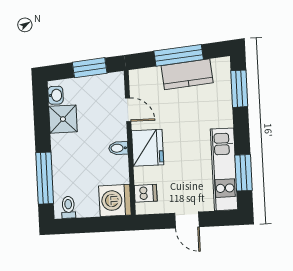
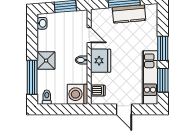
window: (239, 89) -> (163, 48), moved
shower: (63, 119) -> (46, 61), moved

